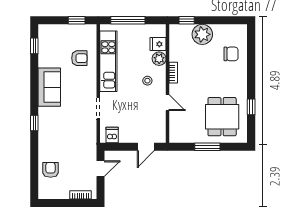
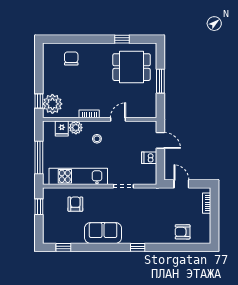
plant: (202, 34) -> (52, 104), moved
dishwasher: (112, 135) -> (149, 158), moved

